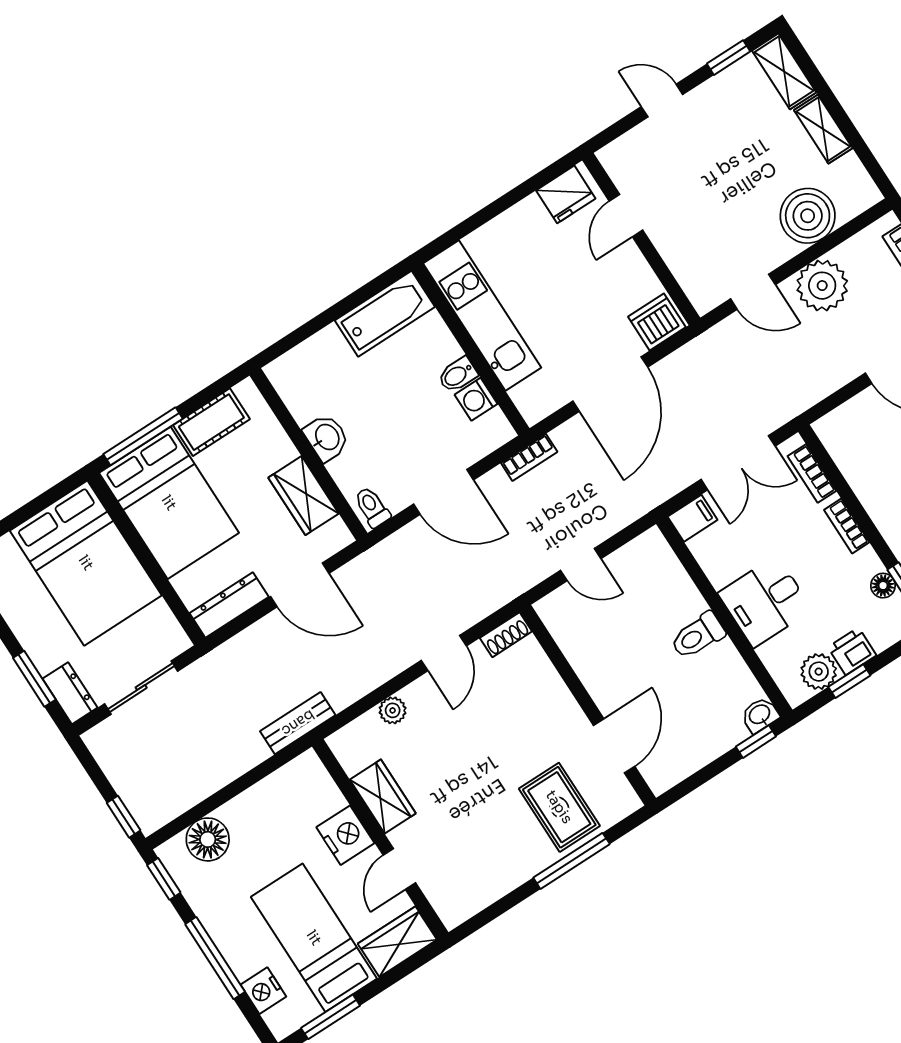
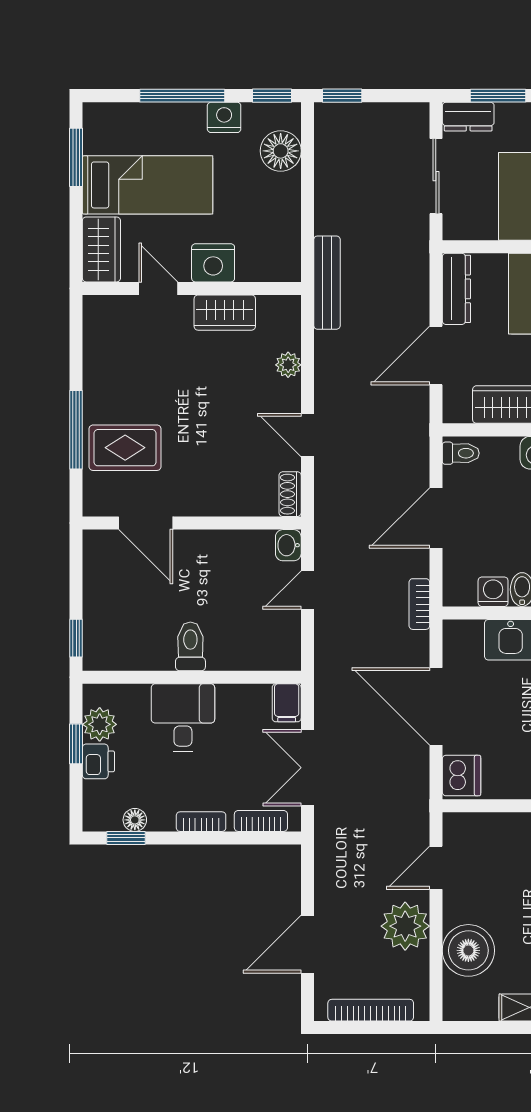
washbasin: (760, 715) -> (288, 545), moved, turned 180
bench: (298, 723) -> (327, 283), width x1.36
nightstand: (263, 991) -> (224, 117), moved

